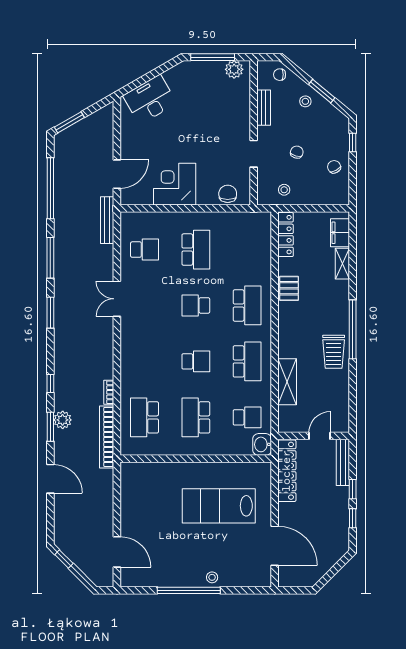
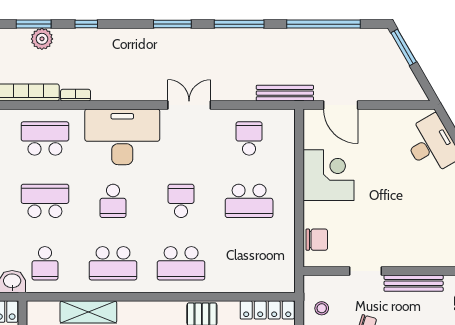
bench: (264, 108) -> (414, 283), width x1.36
school desk: (145, 250) -> (249, 139), turned 180
desk: (143, 354) -> (122, 137), added

